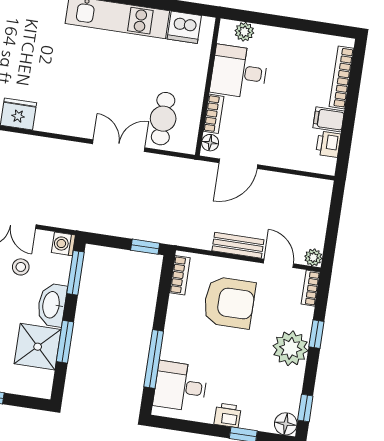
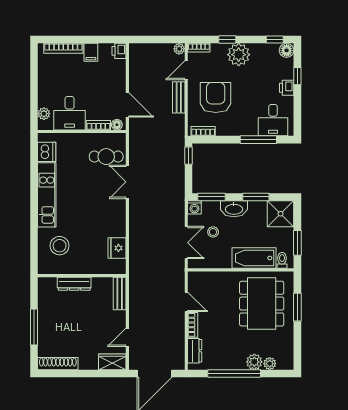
stool: (36, 25) -> (60, 246), added
printer: (328, 144) -> (119, 51), moved, turned 90
shower: (38, 347) -> (281, 214), moved

